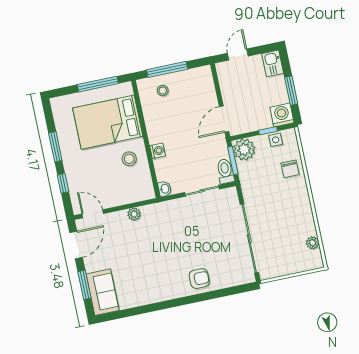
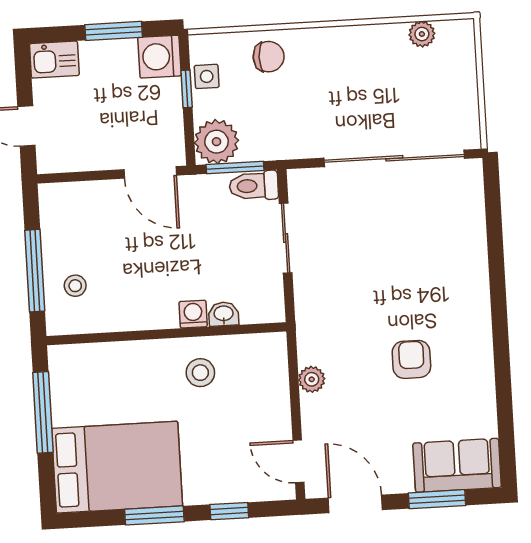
bed: (108, 122) -> (117, 467), moved, turned -90
washbasin: (165, 189) -> (224, 314), moved
door: (93, 214) -> (299, 461), hinge flipped
armchair: (199, 279) -> (411, 359), moved

